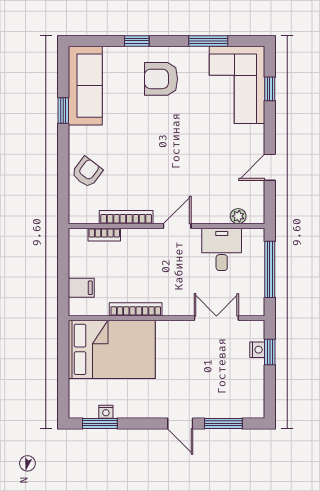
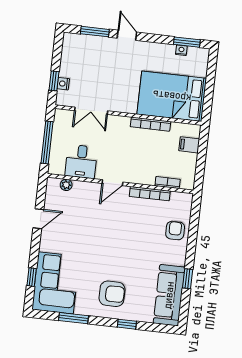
armchair: (87, 172) -> (175, 231), turned 143

